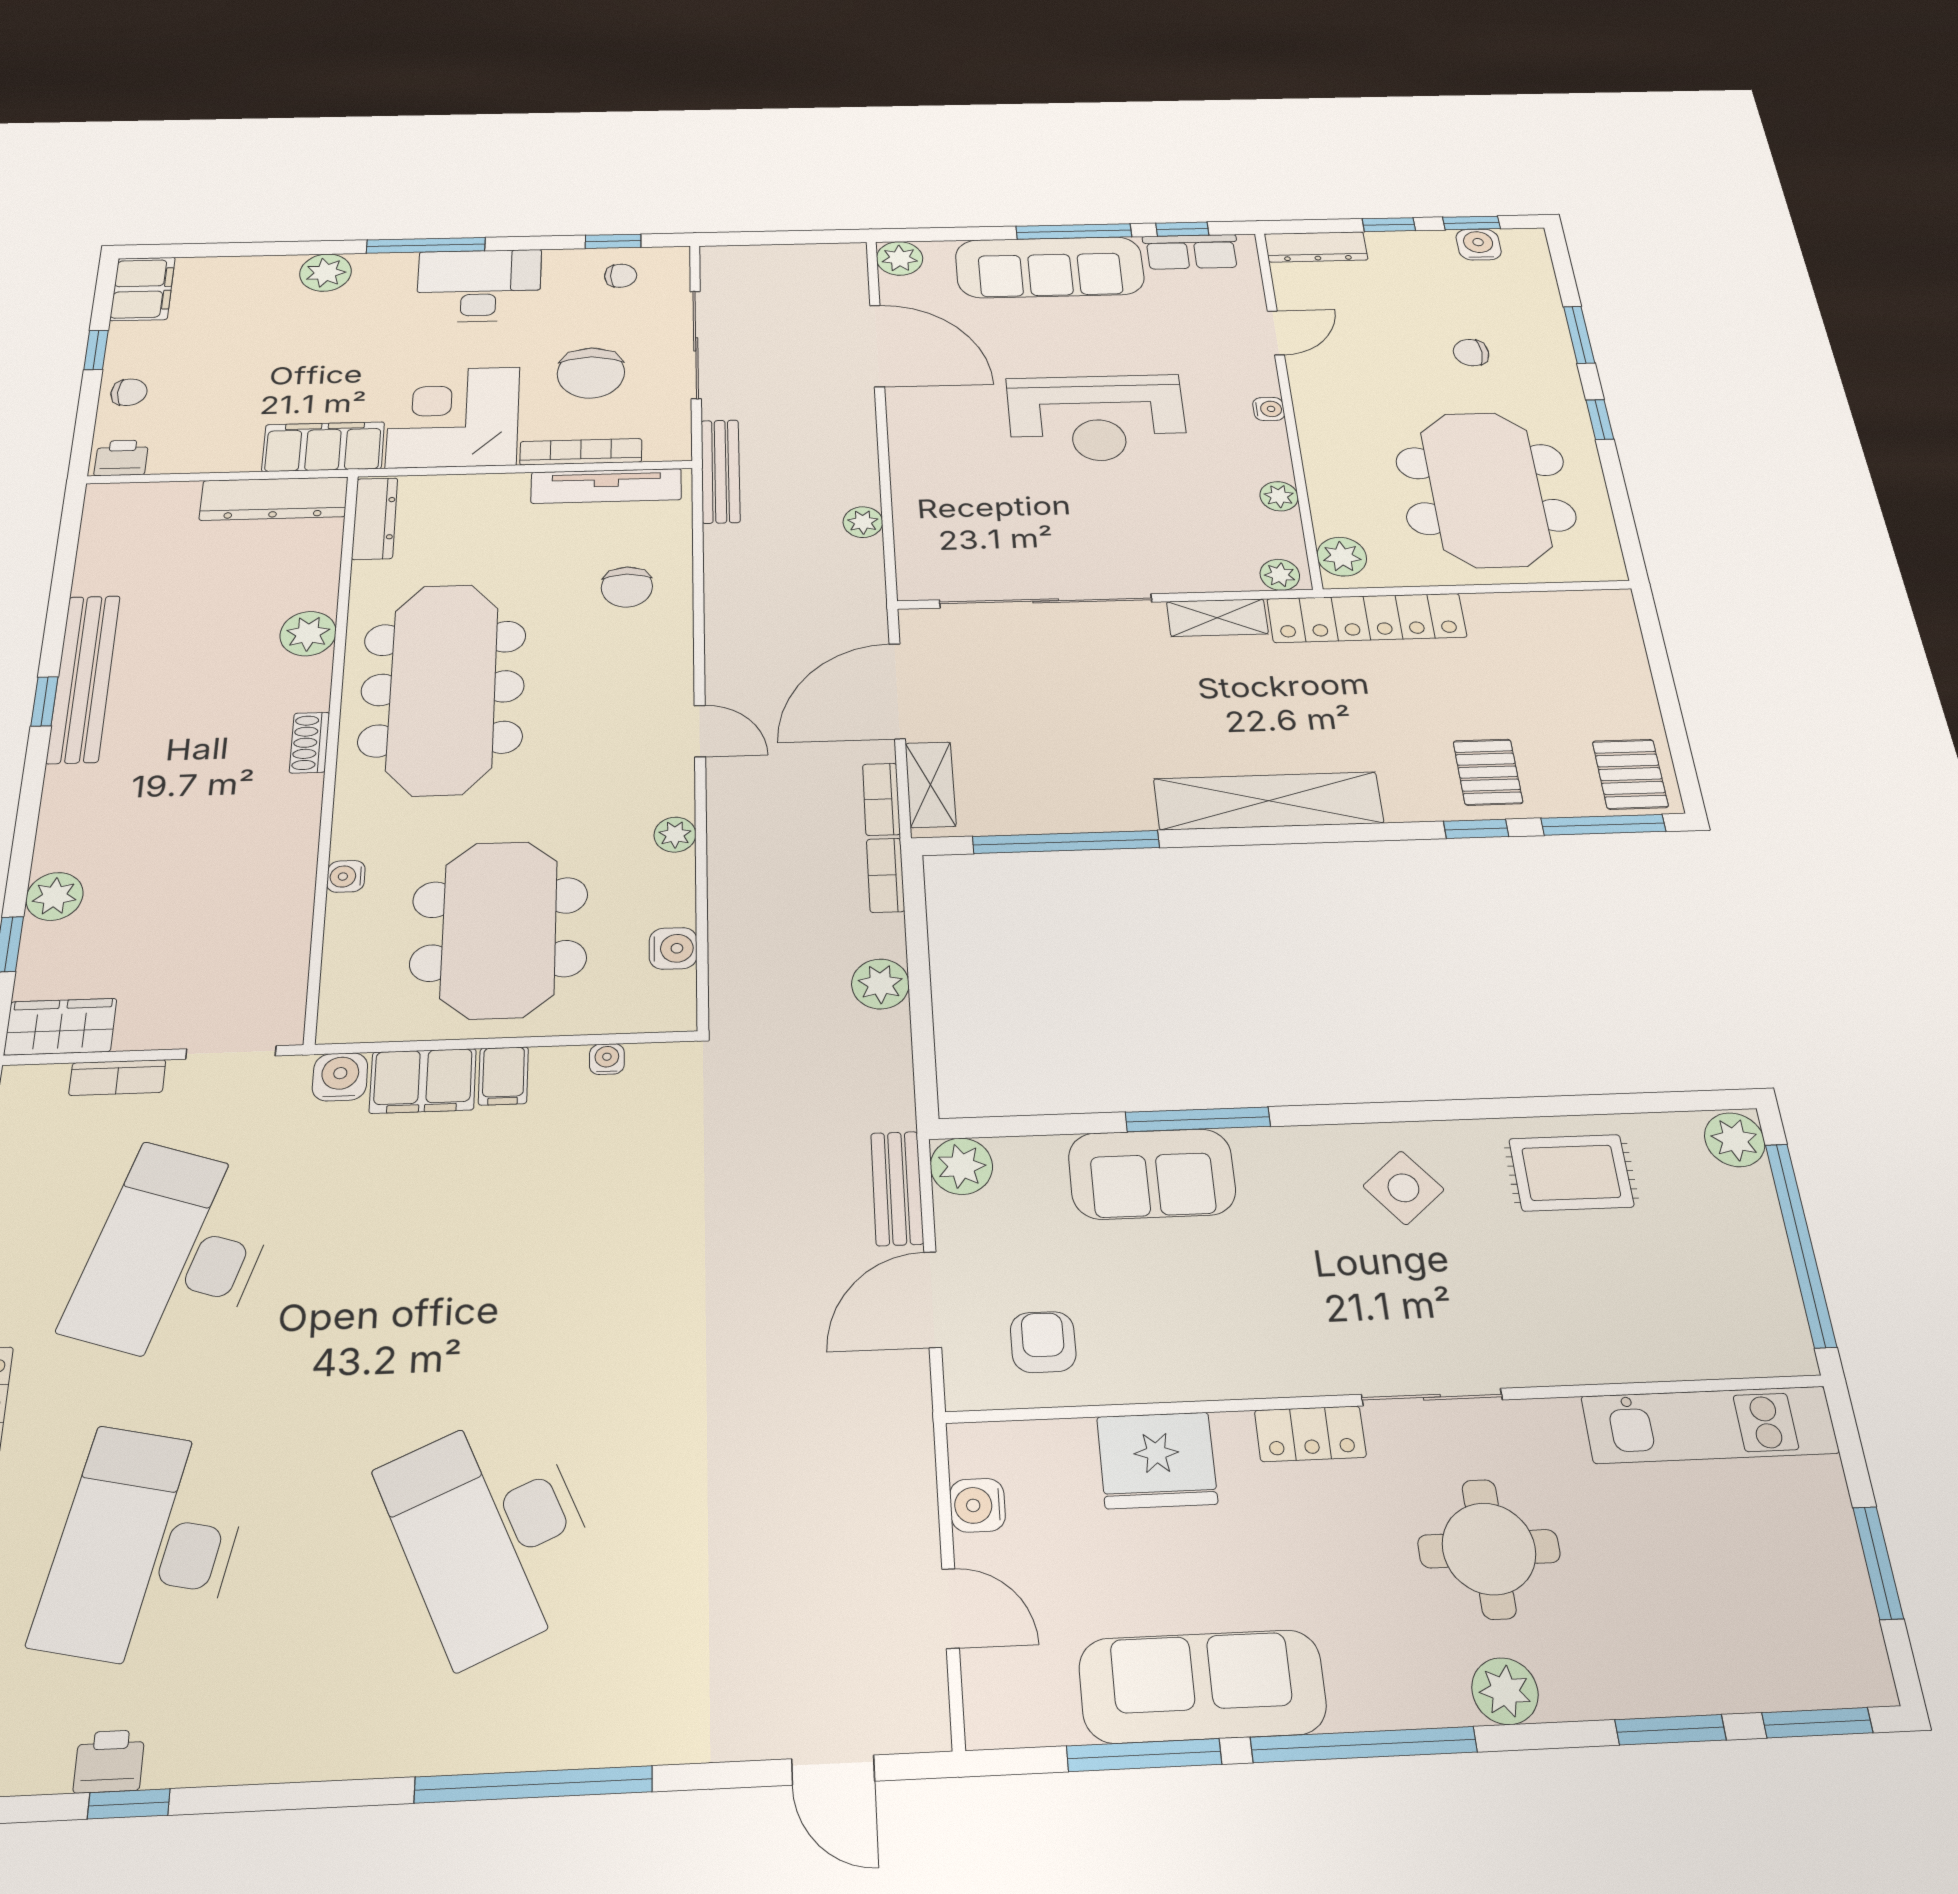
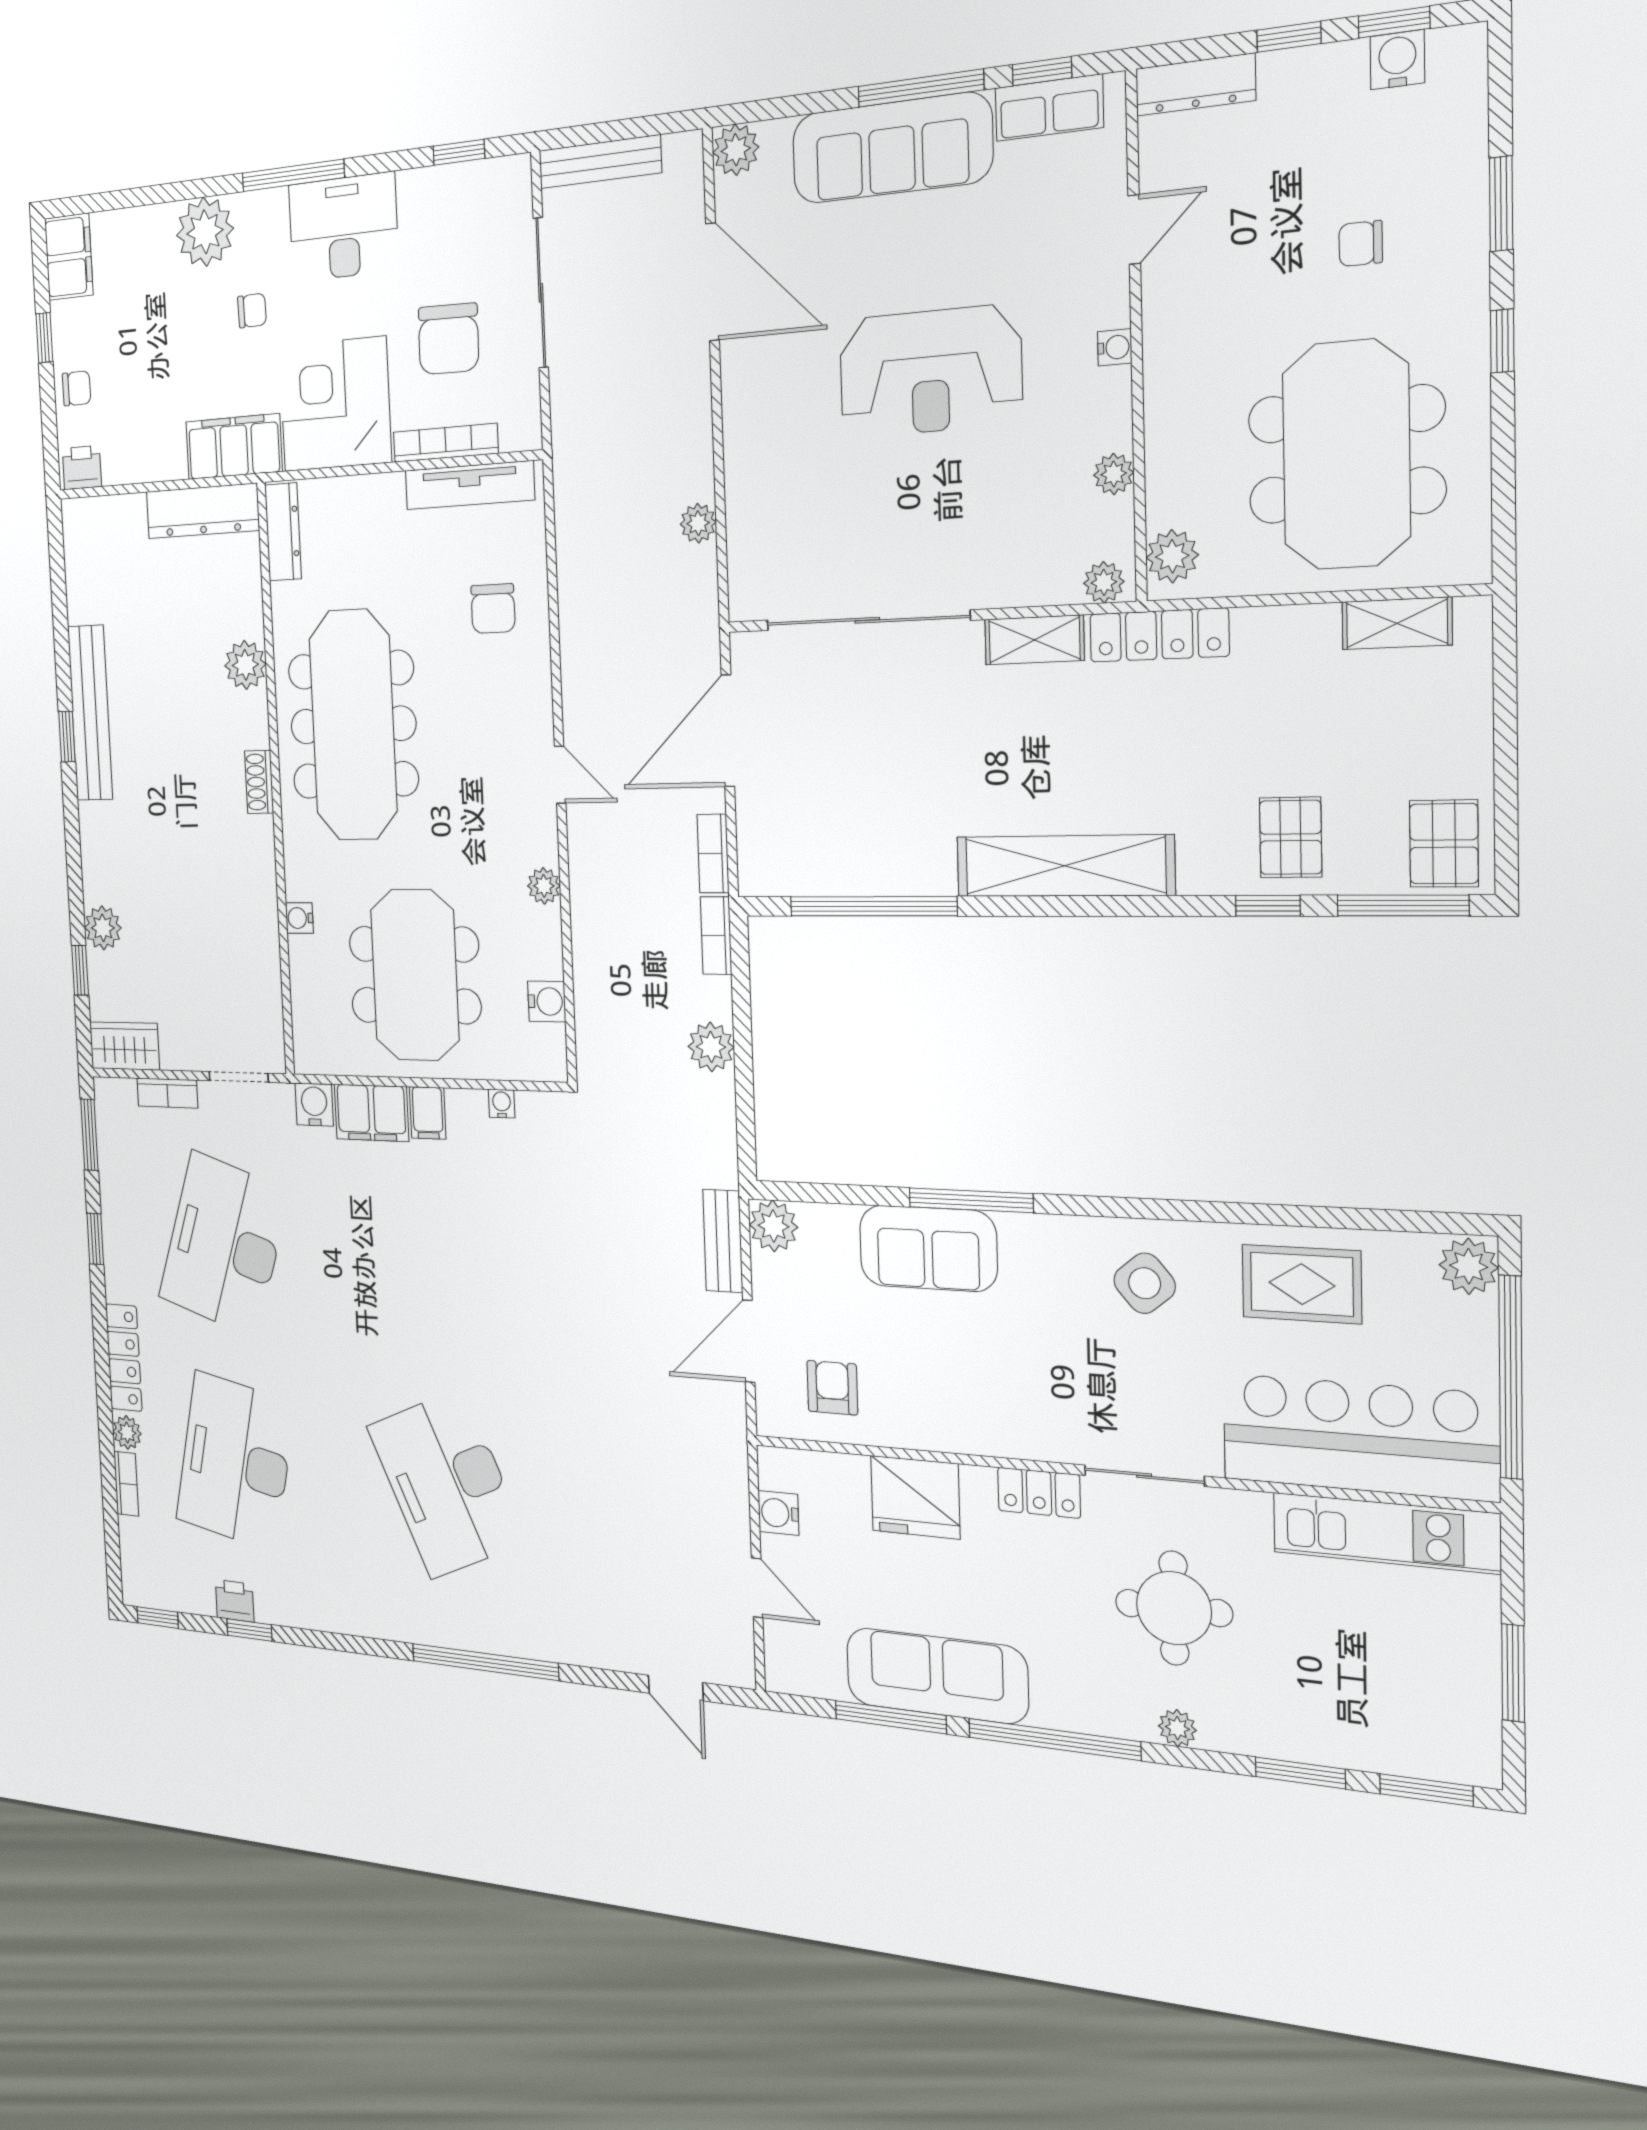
plant: (326, 273) -> (205, 232), width x1.36, depth x1.36
chair: (621, 276) -> (252, 311), moved
bench: (720, 471) -> (600, 162), moved, turned 90
locker: (1367, 618) -> (1159, 635), width x0.71, depth x0.83
shelving: (930, 785) -> (1397, 623), moved, turned 90
bar counter: (1661, 1324) -> (1359, 1437), added
plant: (1505, 1691) -> (1177, 1728), width x0.73, depth x0.73

